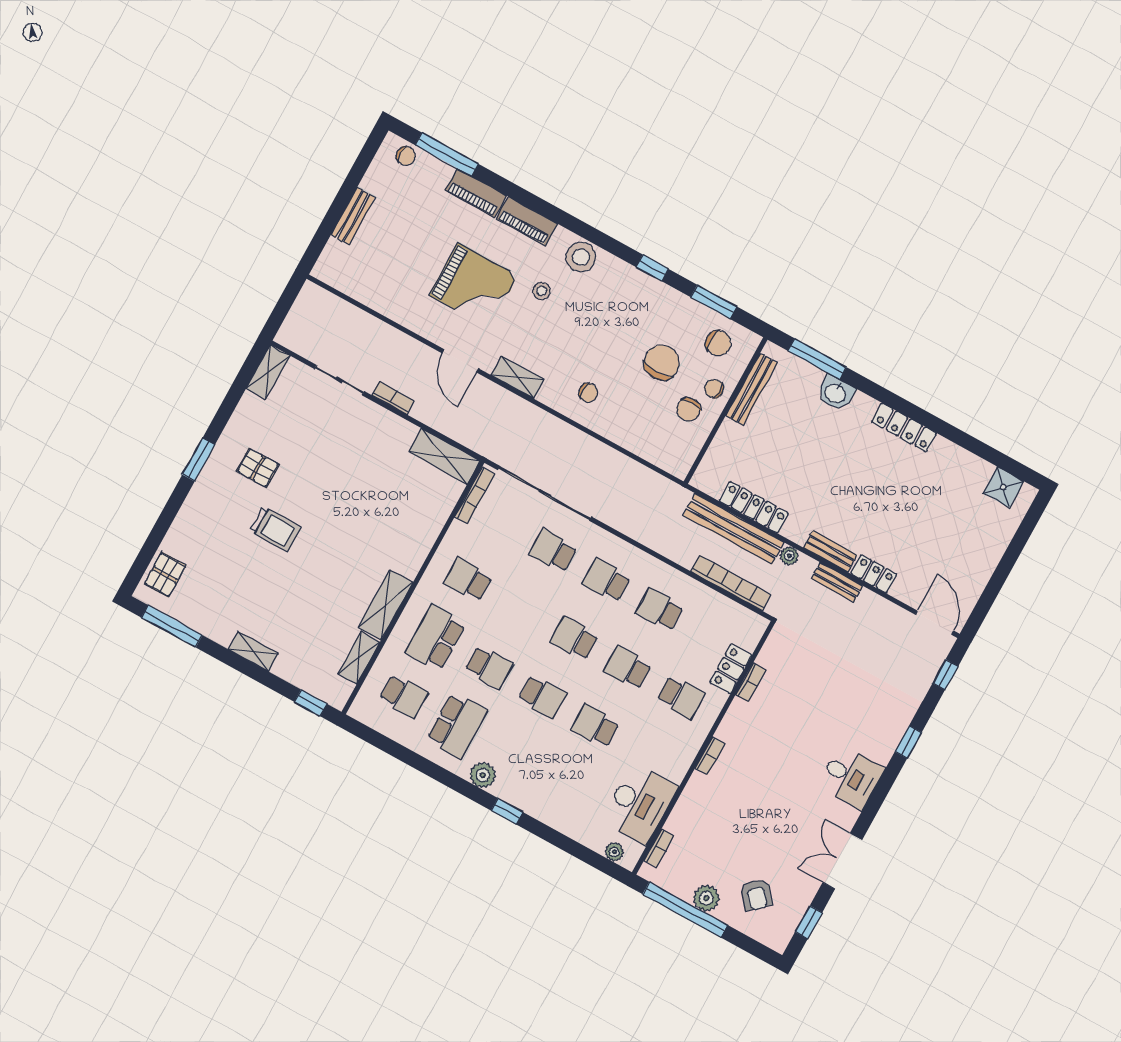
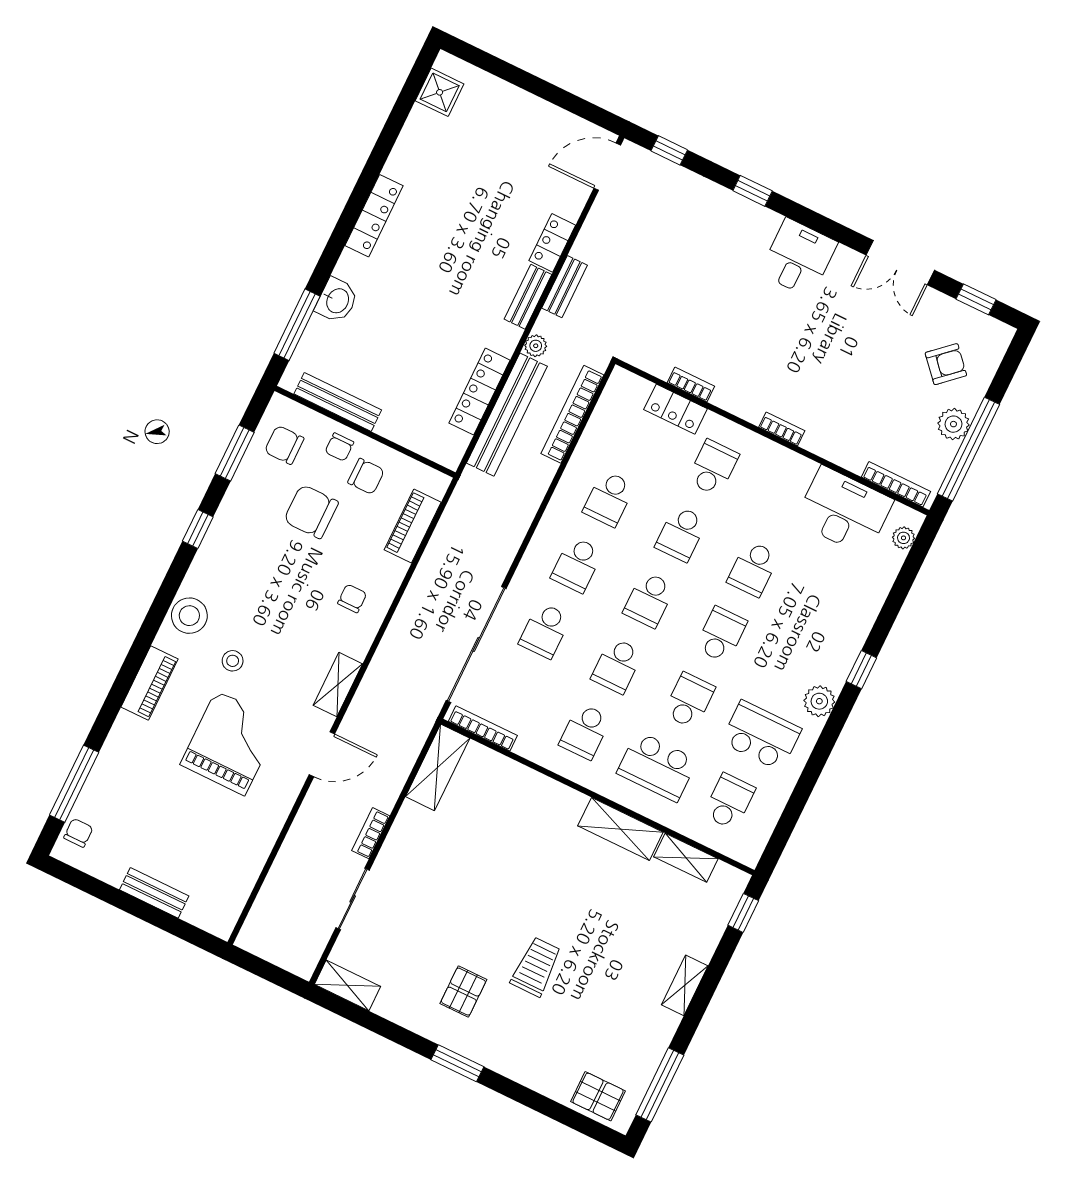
piano: (476, 193) -> (413, 526), moved, turned 180
chair: (718, 343) -> (284, 445), turned -90
school desk: (521, 609) -> (617, 665), added
bookcase: (659, 848) -> (896, 484), width x1.56

